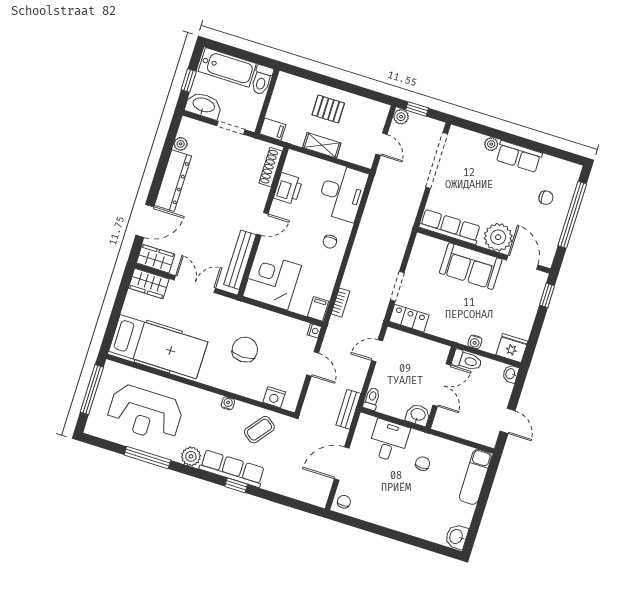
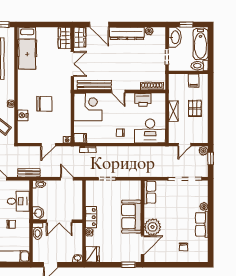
filing cabinet: (273, 129) -> (194, 81), moved
window: (572, 215) -> (178, 265), removed
row of seats: (450, 227) -> (150, 192), width x0.68
locker: (409, 318) -> (91, 217), moved
hospital bed: (158, 347) -> (27, 48), width x0.73, depth x0.78
toilet: (467, 360) -> (38, 231), moved
nightstand: (274, 397) -> (23, 115), moved

